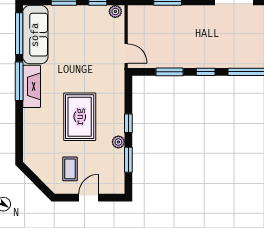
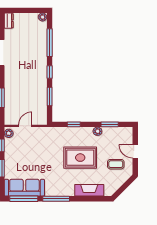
door: (126, 53) -> (25, 126), moved
fireplace: (32, 86) -> (89, 190), moved
window: (128, 123) -> (74, 124), moved

